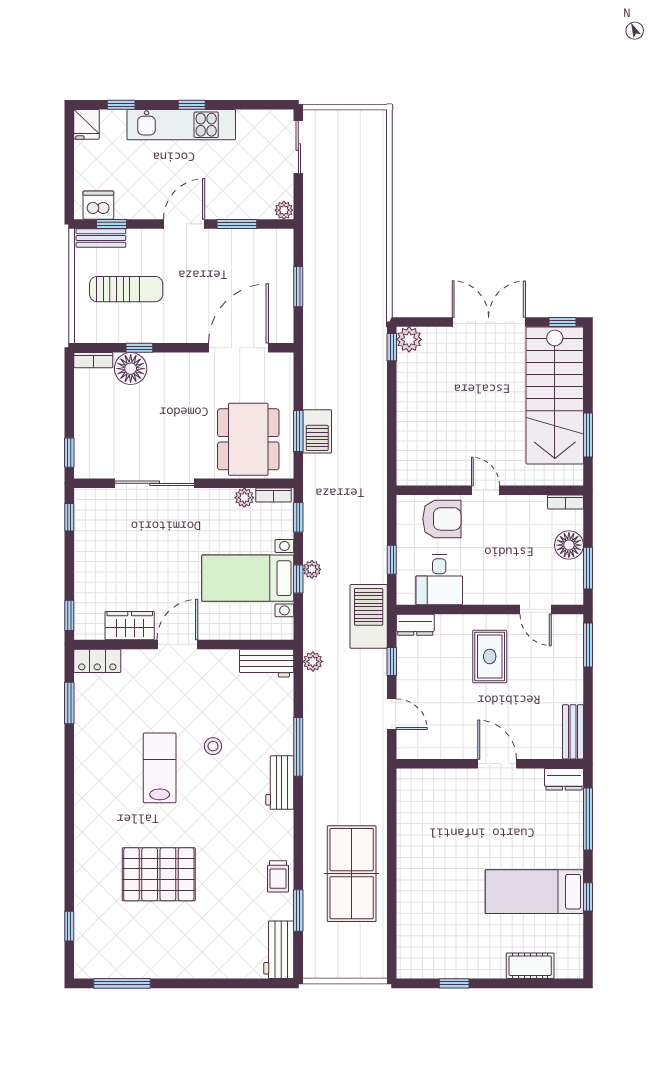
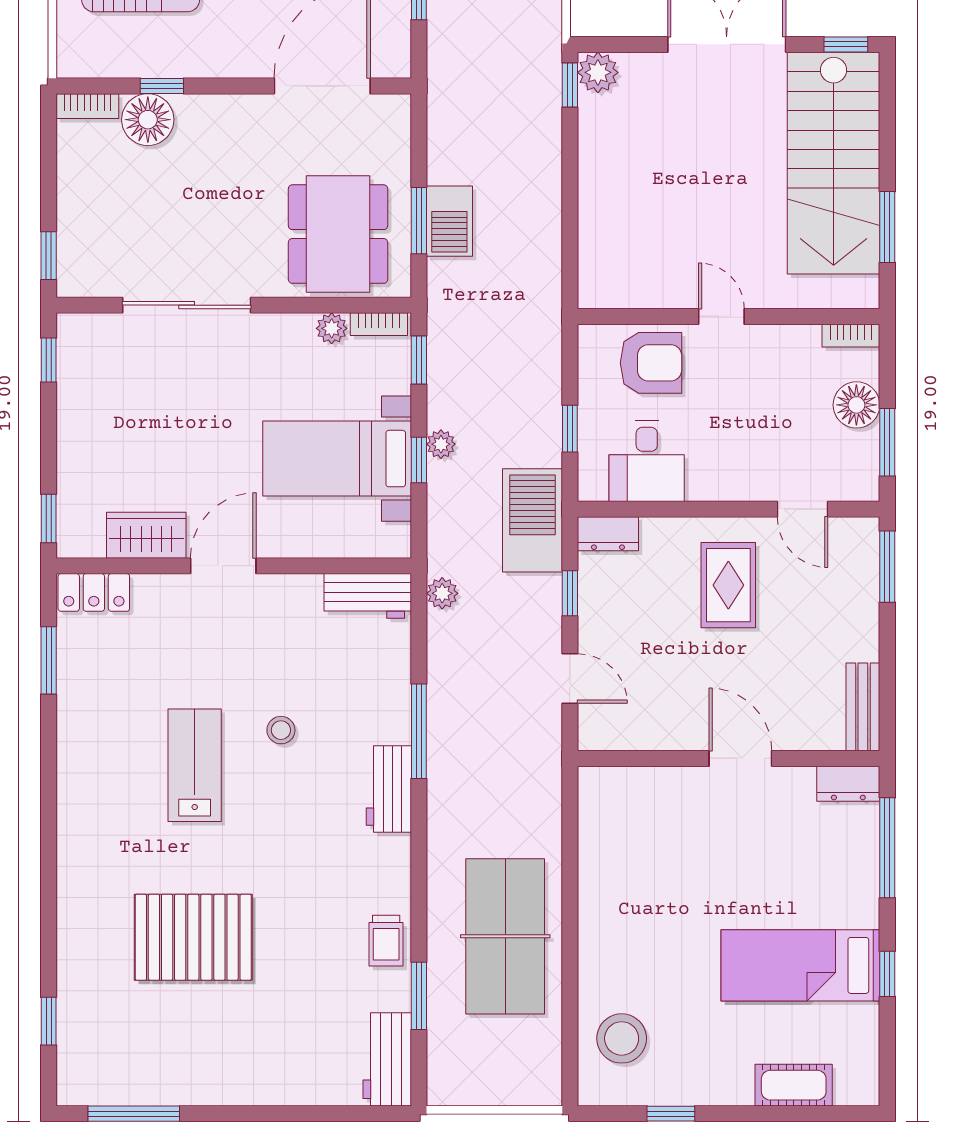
stool: (424, 937) -> (622, 1038), added

